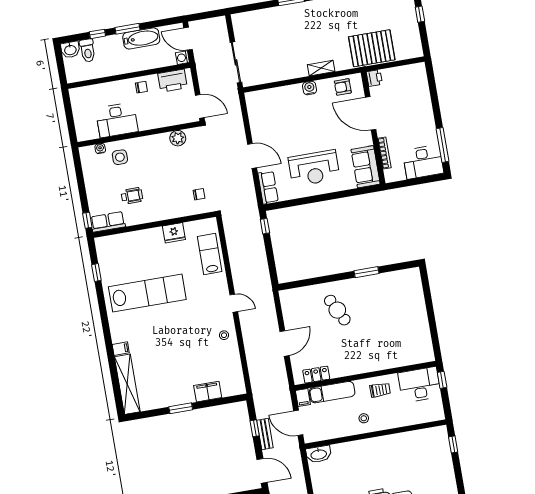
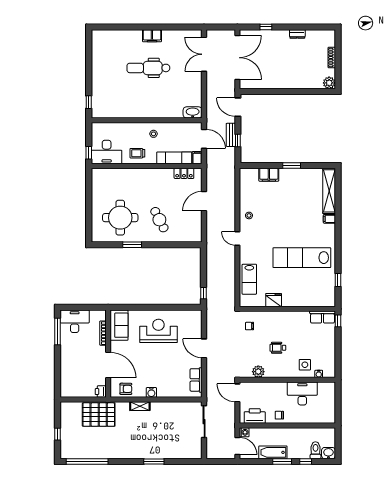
row of seats: (268, 187) -> (196, 380), moved
wheelchair: (132, 196) -> (278, 348), moved
round table: (388, 304) -> (120, 218), added

